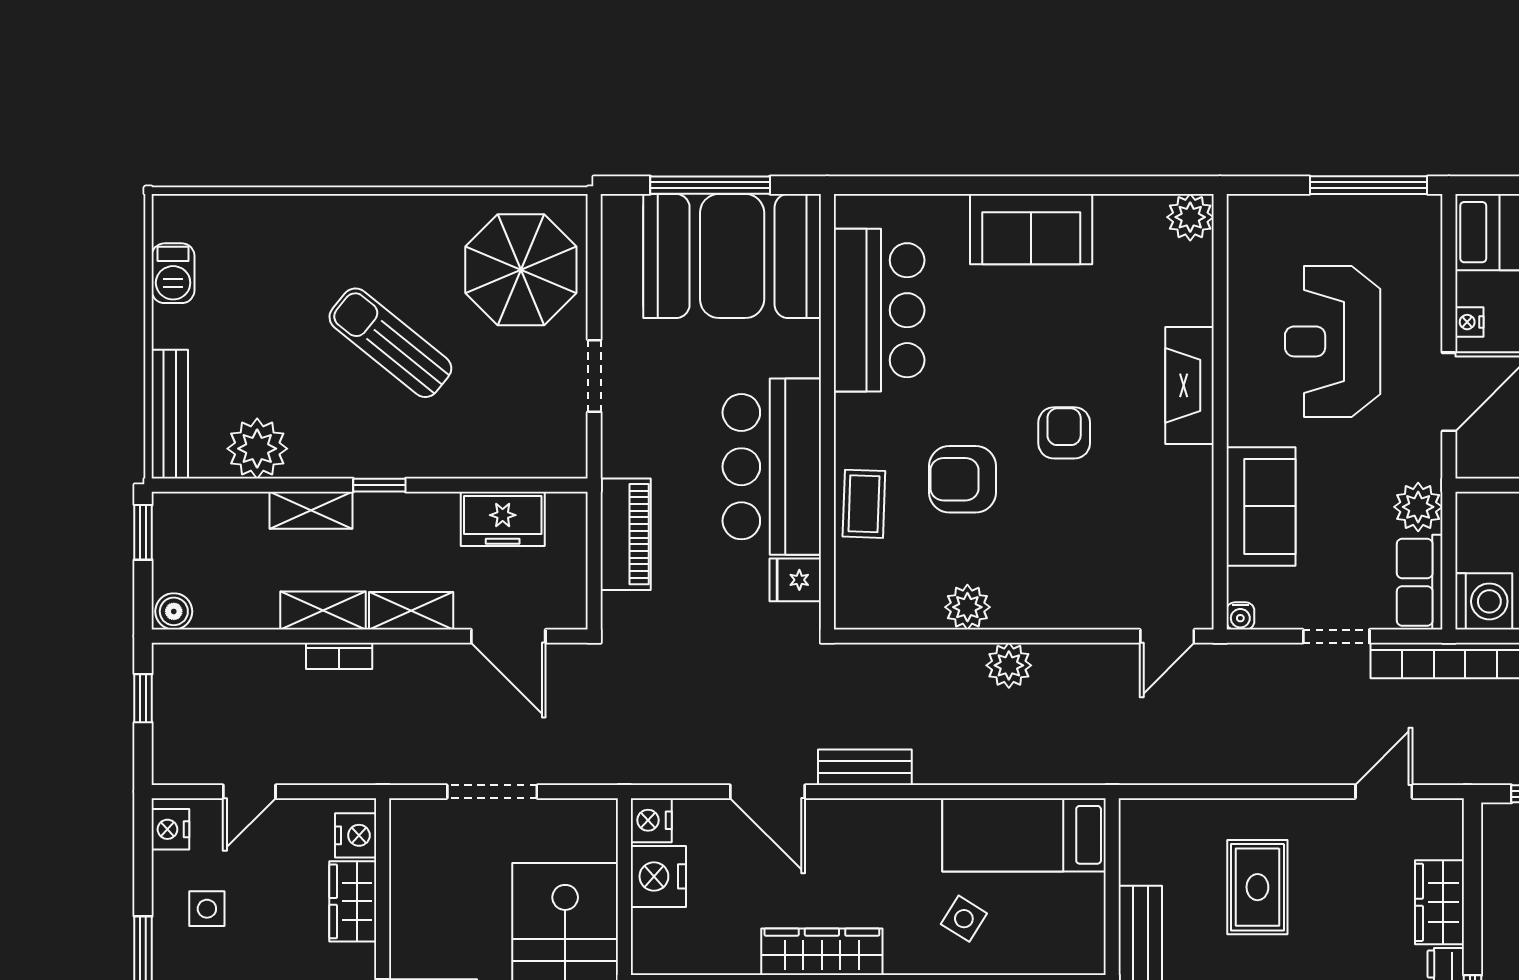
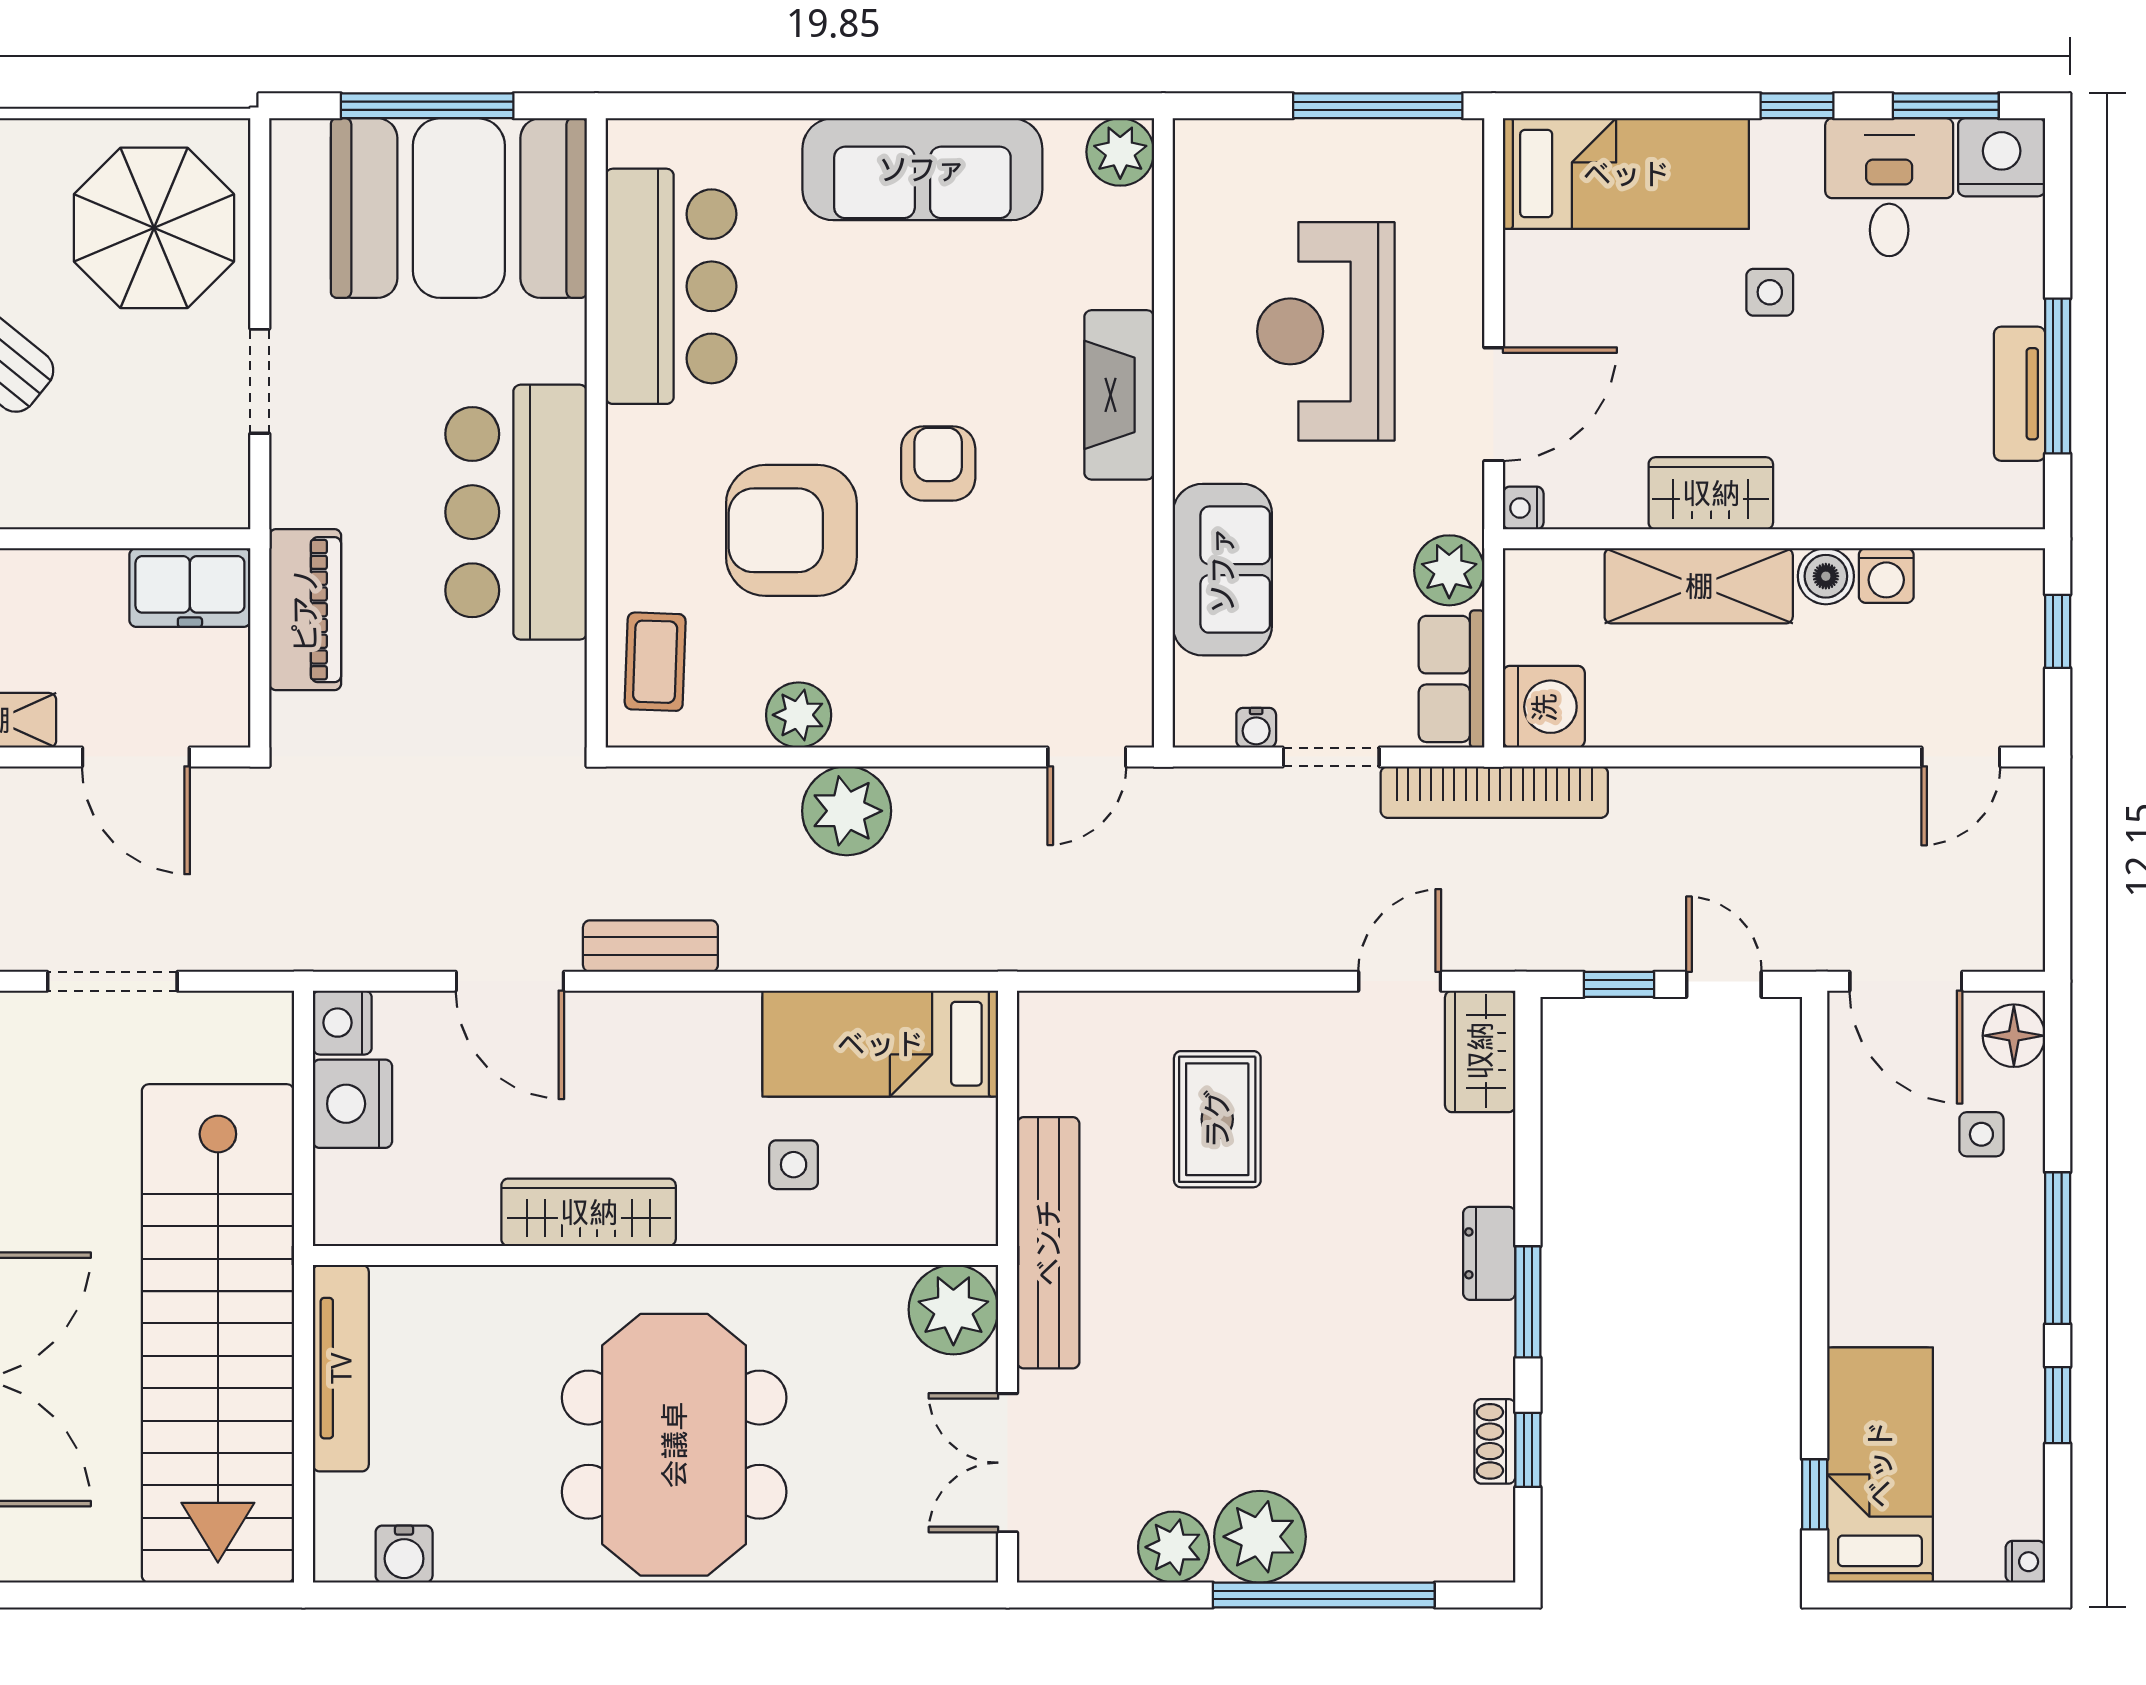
sofa: (1031, 229) -> (922, 169), width x1.36
nightstand: (1469, 322) -> (1523, 508), moved
armchair: (962, 479) -> (791, 530), width x1.36, depth x1.36
coffee table: (864, 504) -> (655, 662), moved
freezer: (503, 519) -> (190, 588), moved
fridge: (795, 580) -> (550, 676), removed
water cooler: (1240, 616) -> (1256, 728), moved
plant: (1009, 665) -> (847, 811), width x1.36, depth x1.36
wardrobe: (1440, 902) -> (1480, 1051), moved
side table: (964, 919) -> (794, 1165), turned -32

